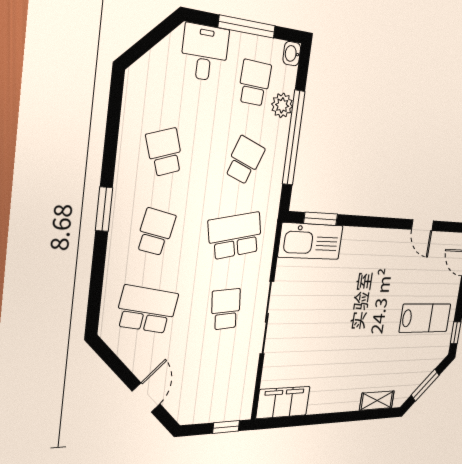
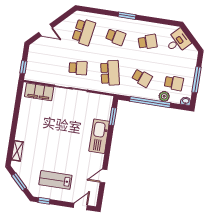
desk: (205, 53) -> (178, 41), moved, turned -45
kitchen sink: (311, 241) -> (99, 136), moved
lab bench: (425, 318) -> (55, 180), turned 90
filing cabinet: (283, 402) -> (39, 92), moved, turned 90

